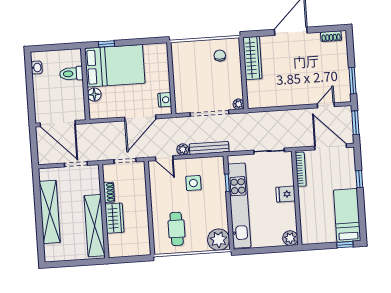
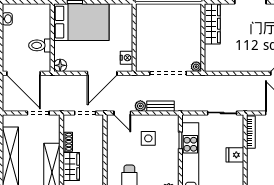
chair: (220, 55) -> (182, 19), removed
toilet: (71, 74) -> (40, 45), moved
floor lamp: (94, 95) -> (60, 65), moved
bench: (209, 148) -> (160, 106), width x0.73

